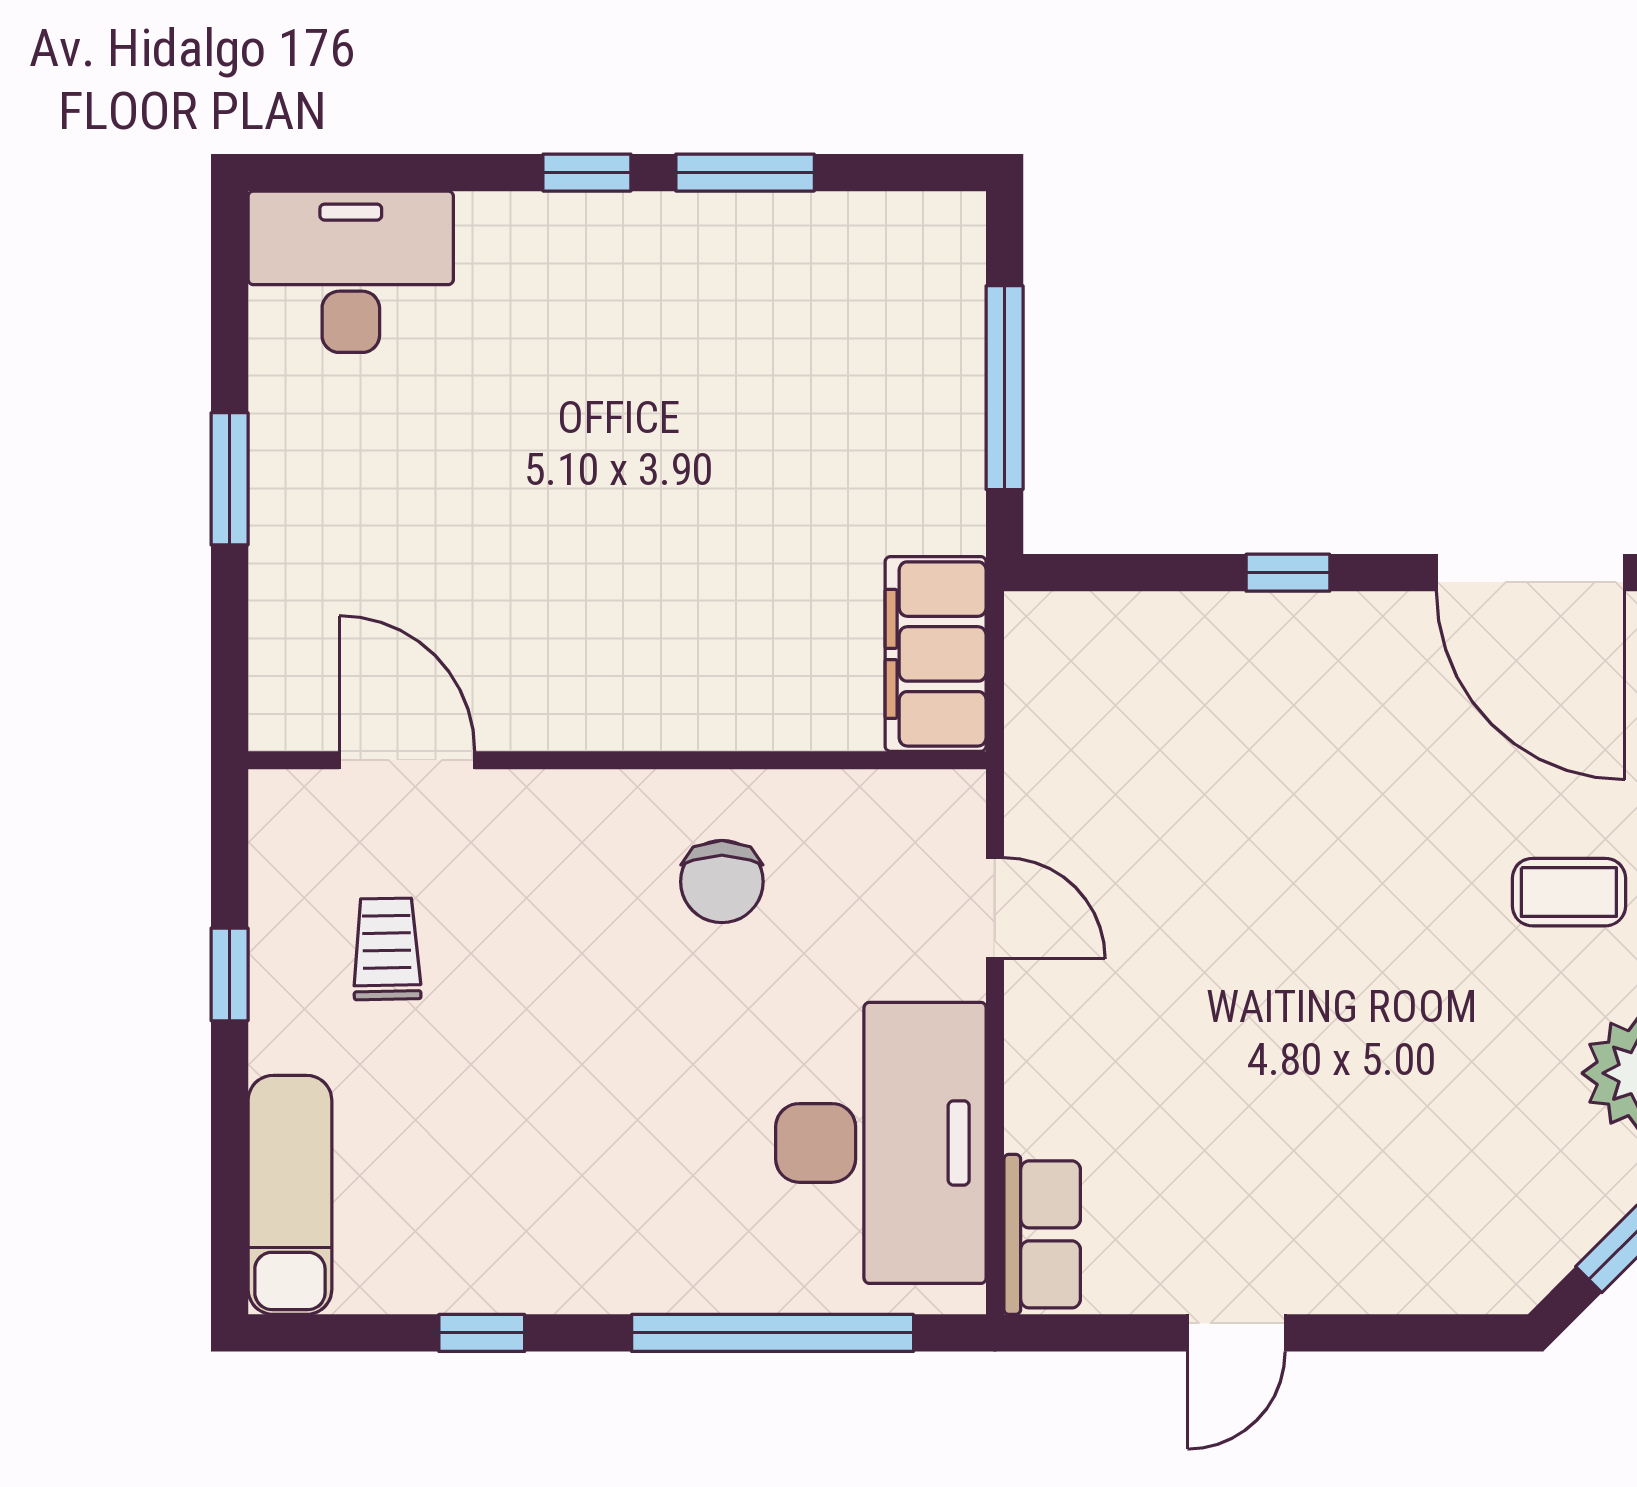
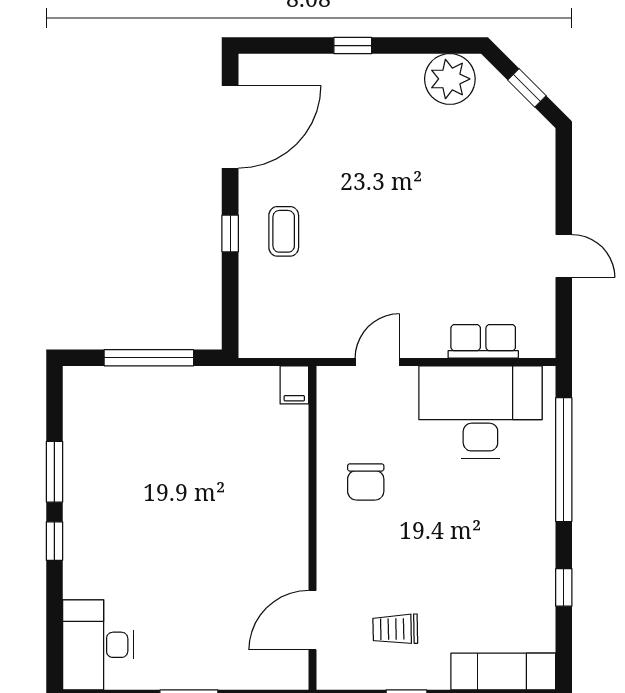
filing cabinet: (936, 654) -> (294, 385), width x0.33, depth x0.86
chair: (722, 882) -> (366, 482), turned 90
coffee table: (1569, 892) -> (284, 231), moved
row of seats: (1042, 1234) -> (483, 341), moved

